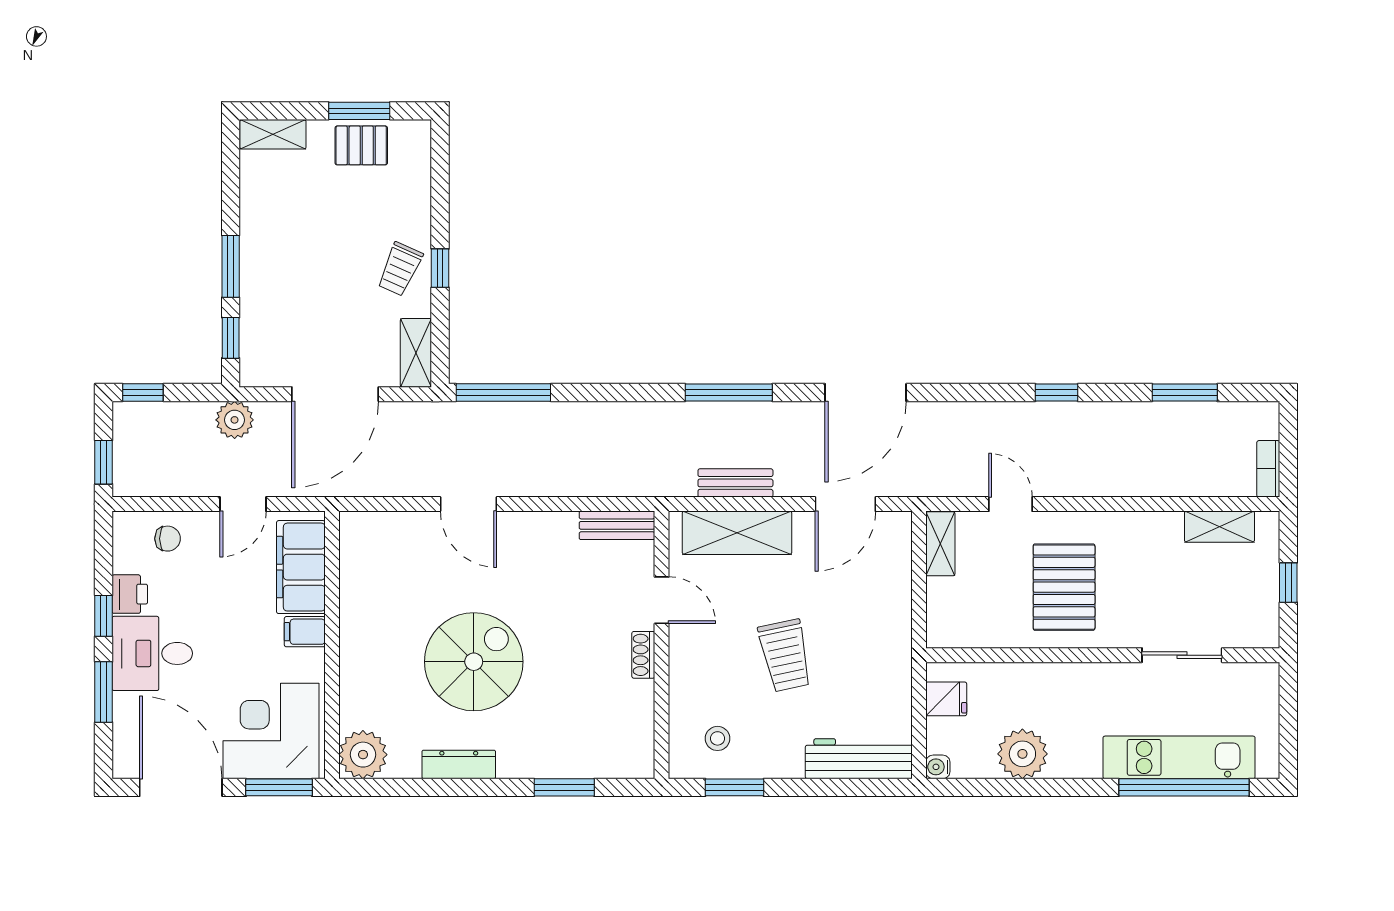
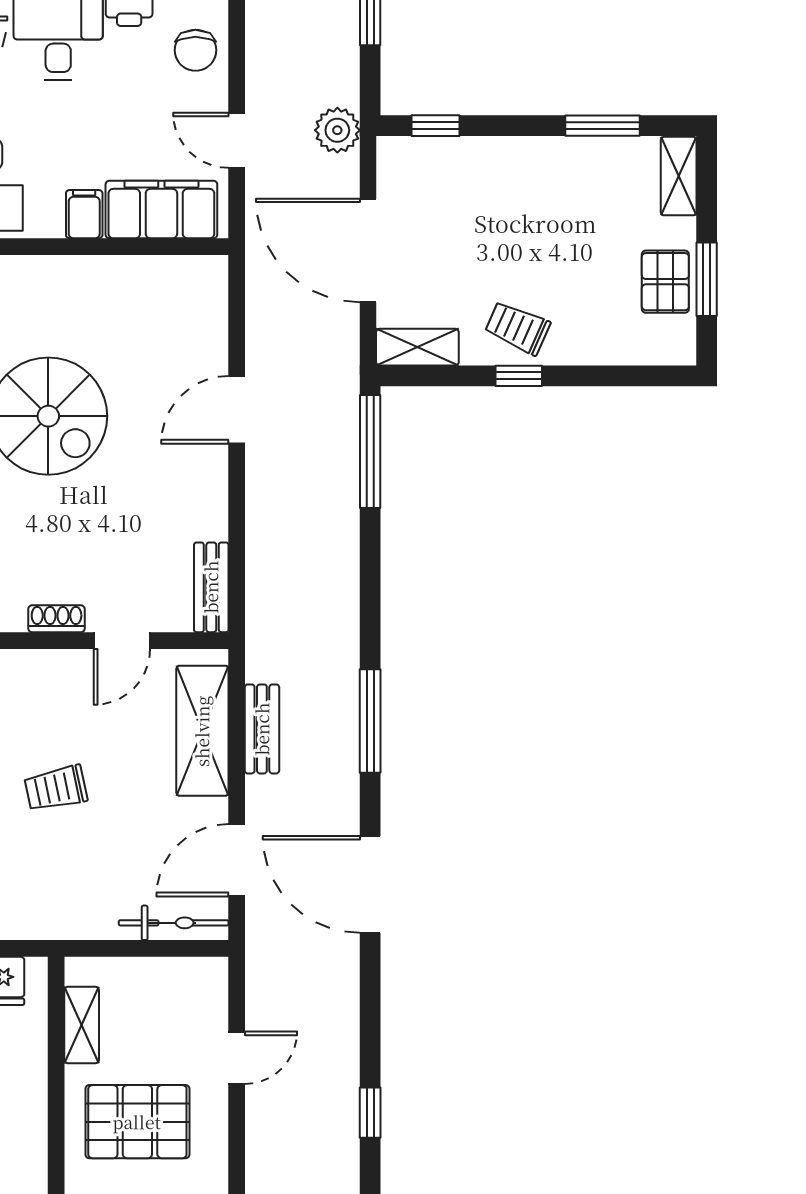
window: (231, 266) -> (603, 126), moved
door: (845, 504) -> (237, 860), hinge flipped
chair: (168, 539) -> (195, 50), width x1.37, depth x1.37
shelving: (940, 544) -> (82, 1025), moved, turned 90
bicycle: (898, 557) -> (174, 923), added
trolley: (785, 655) -> (56, 788), width x0.73, depth x0.72

